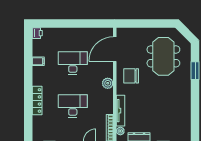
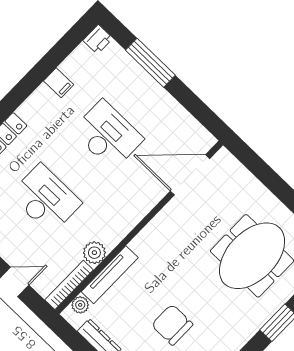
window: (63, 24) -> (150, 63), added
chair: (131, 76) -> (172, 325), moved
plant: (108, 83) -> (94, 253), moved

